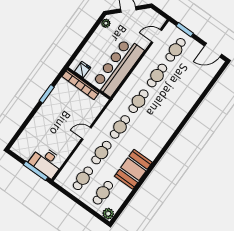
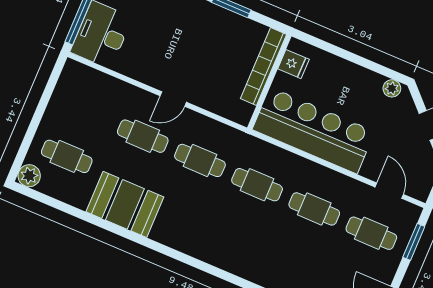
door: (86, 133) -> (173, 99), swing flipped
cafe table: (83, 178) -> (86, 112), removed

